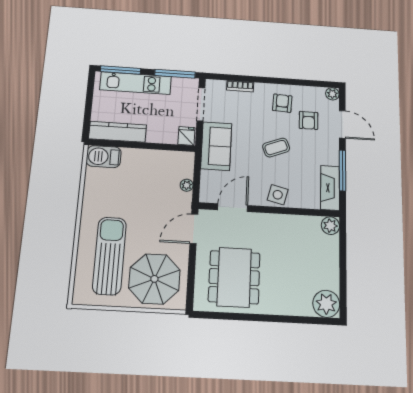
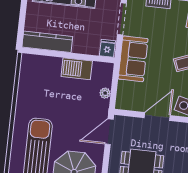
barbecue: (104, 157) -> (77, 69), moved
door: (233, 208) -> (157, 117), moved

